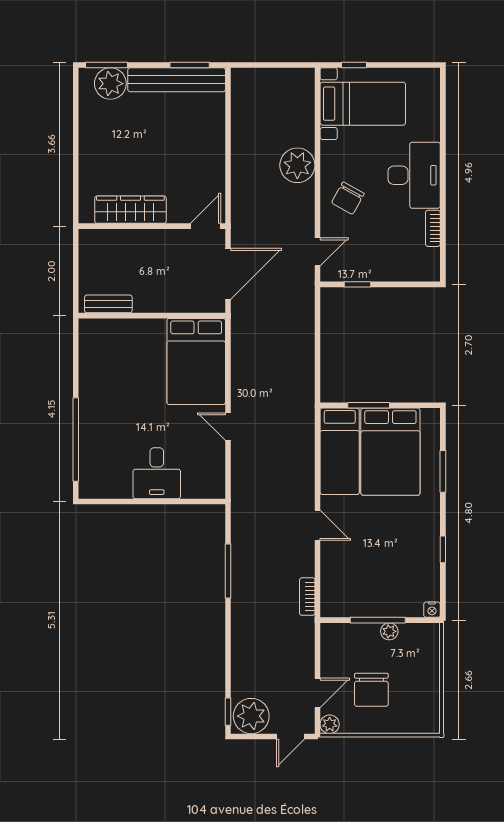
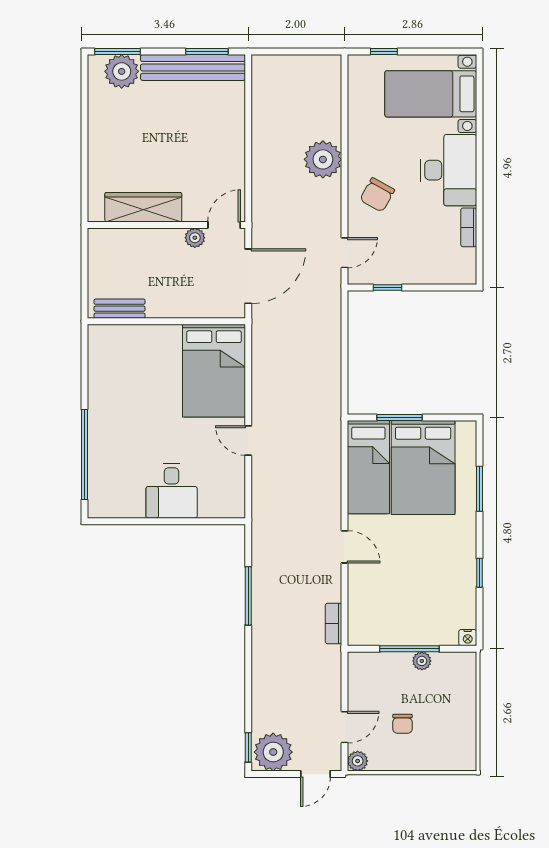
bed with nightstands: (363, 104) -> (431, 94), moved, turned 180
plant: (178, 238) -> (195, 238), added
chair: (371, 690) -> (402, 724), width x0.54, depth x0.54

